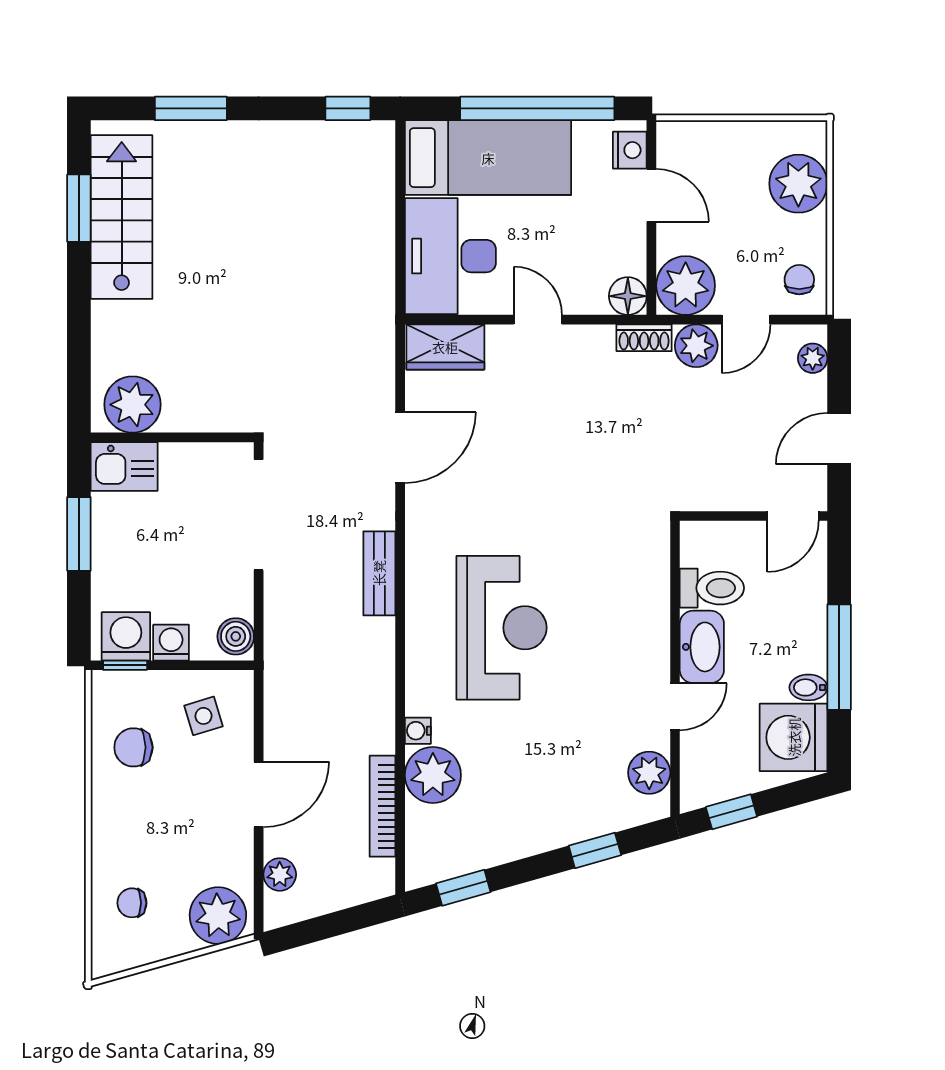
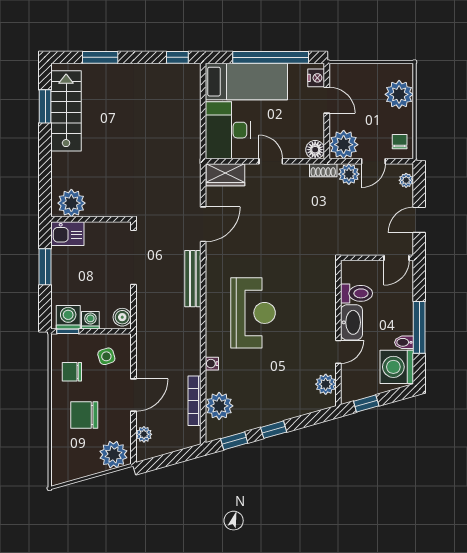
bench: (379, 573) -> (193, 279), width x1.36
plant: (433, 775) -> (219, 406), moved
window: (595, 850) -> (274, 430), moved
chair: (132, 903) -> (84, 415), moved, width x1.87, depth x1.87

